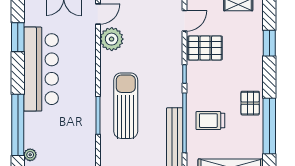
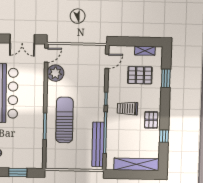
pallet: (205, 48) -> (140, 75), moved
trolley: (210, 121) -> (127, 109), moved
window: (269, 126) -> (164, 136), width x0.32

